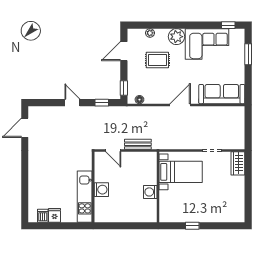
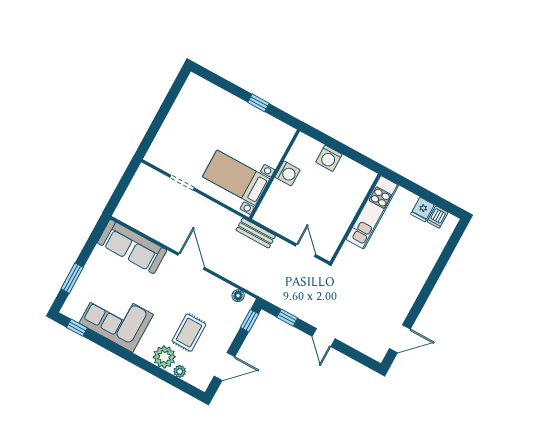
plant: (176, 37) -> (164, 357), moved
rug: (157, 60) -> (189, 333), turned 90
door: (180, 105) -> (191, 261), swing flipped
bench: (138, 144) -> (256, 233), moved
wardrobe: (238, 163) -> (159, 149), removed
washing machine: (101, 190) -> (329, 158), moved, turned -90

